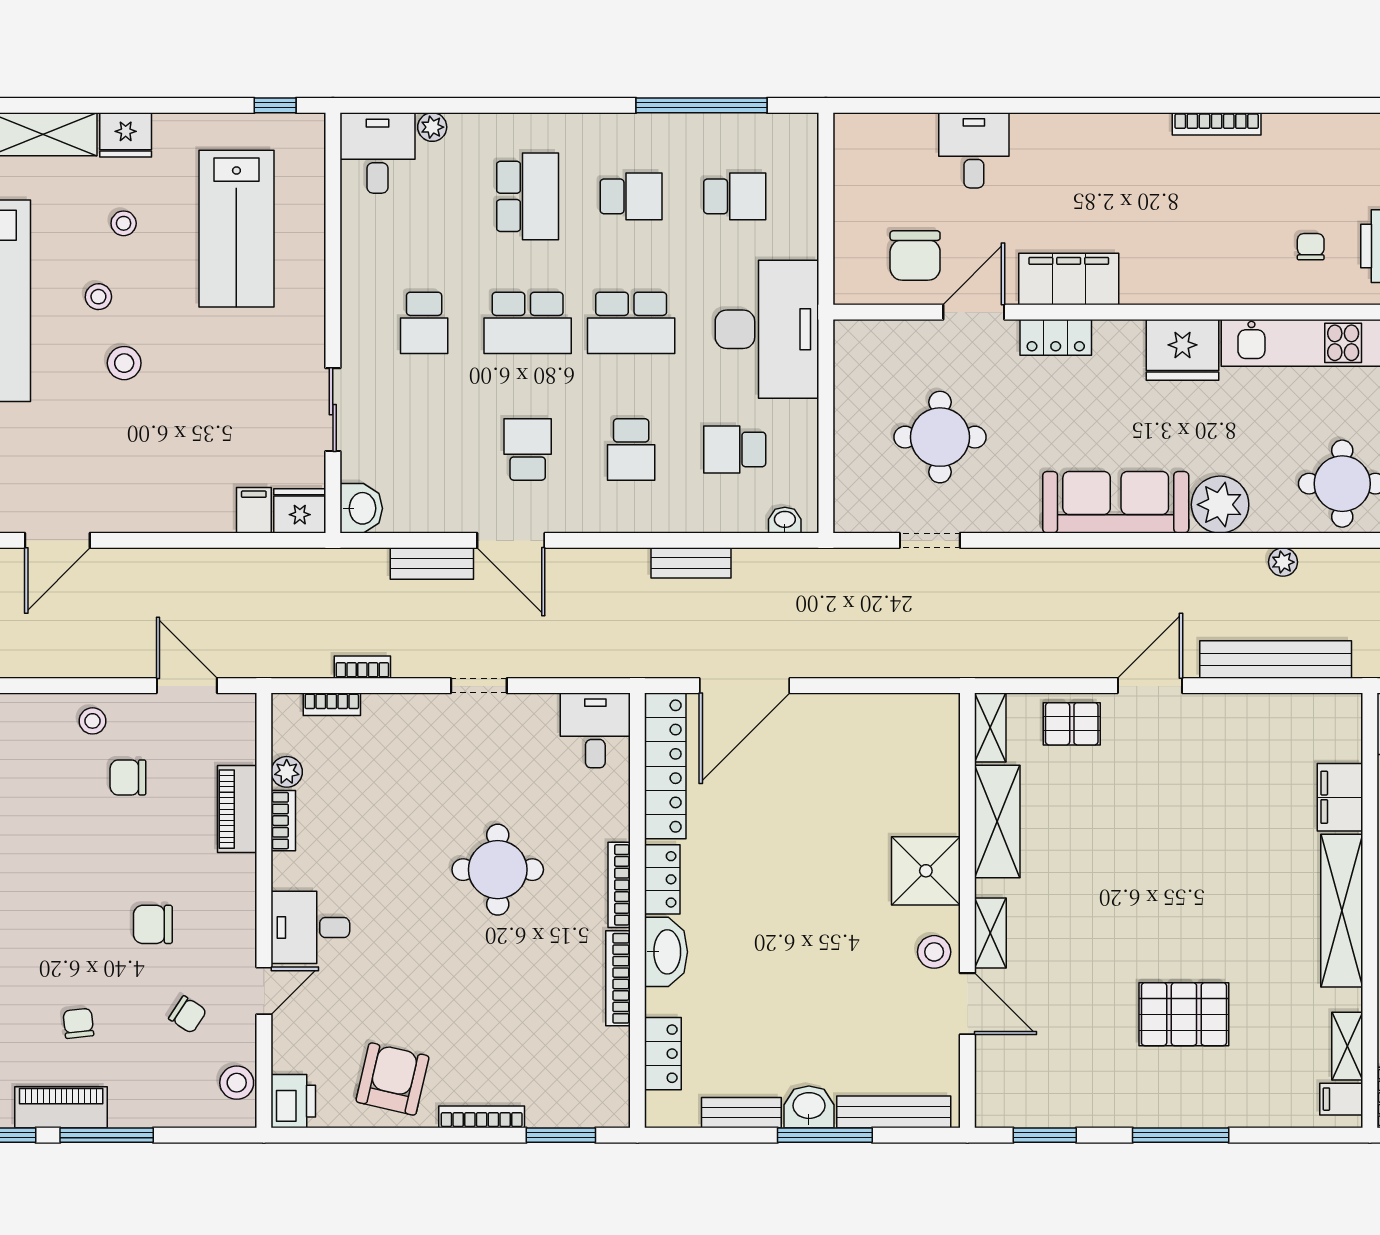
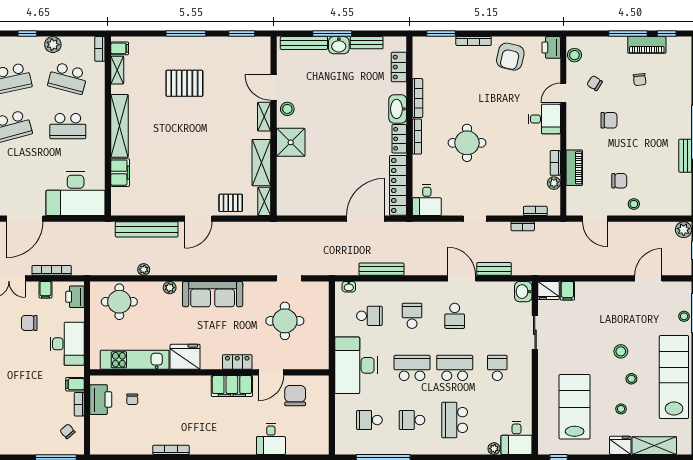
plant: (1220, 505) -> (170, 288), width x0.53, depth x0.53
bench: (691, 563) -> (381, 269), width x1.36

